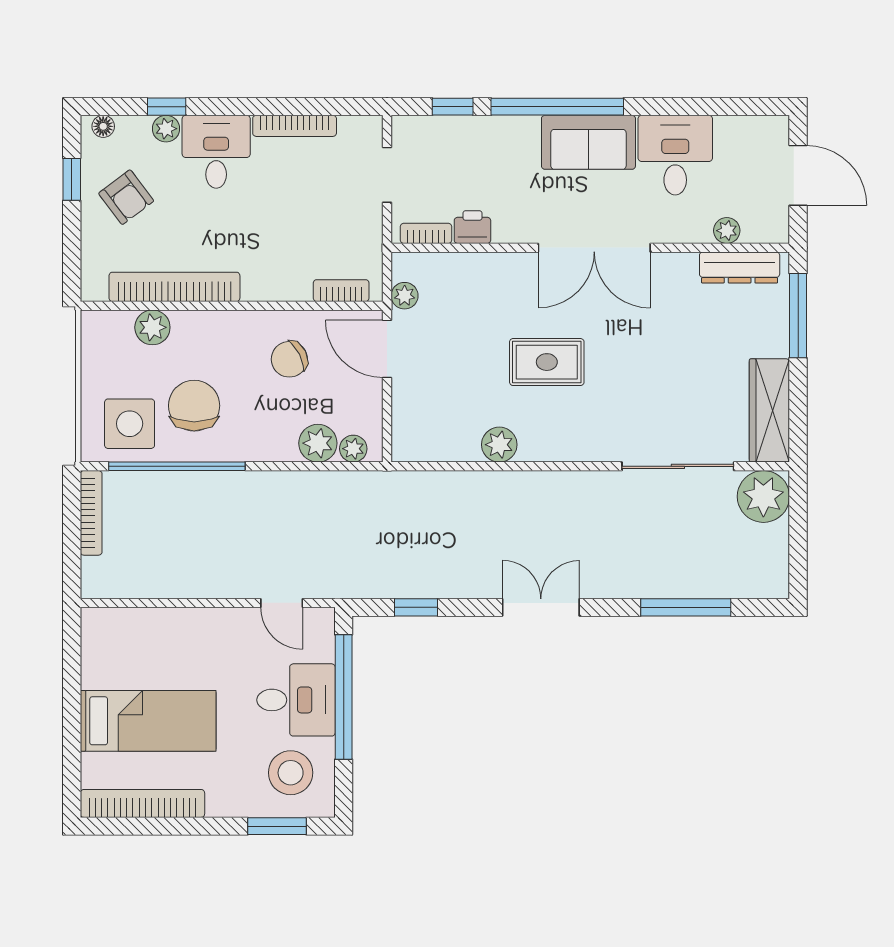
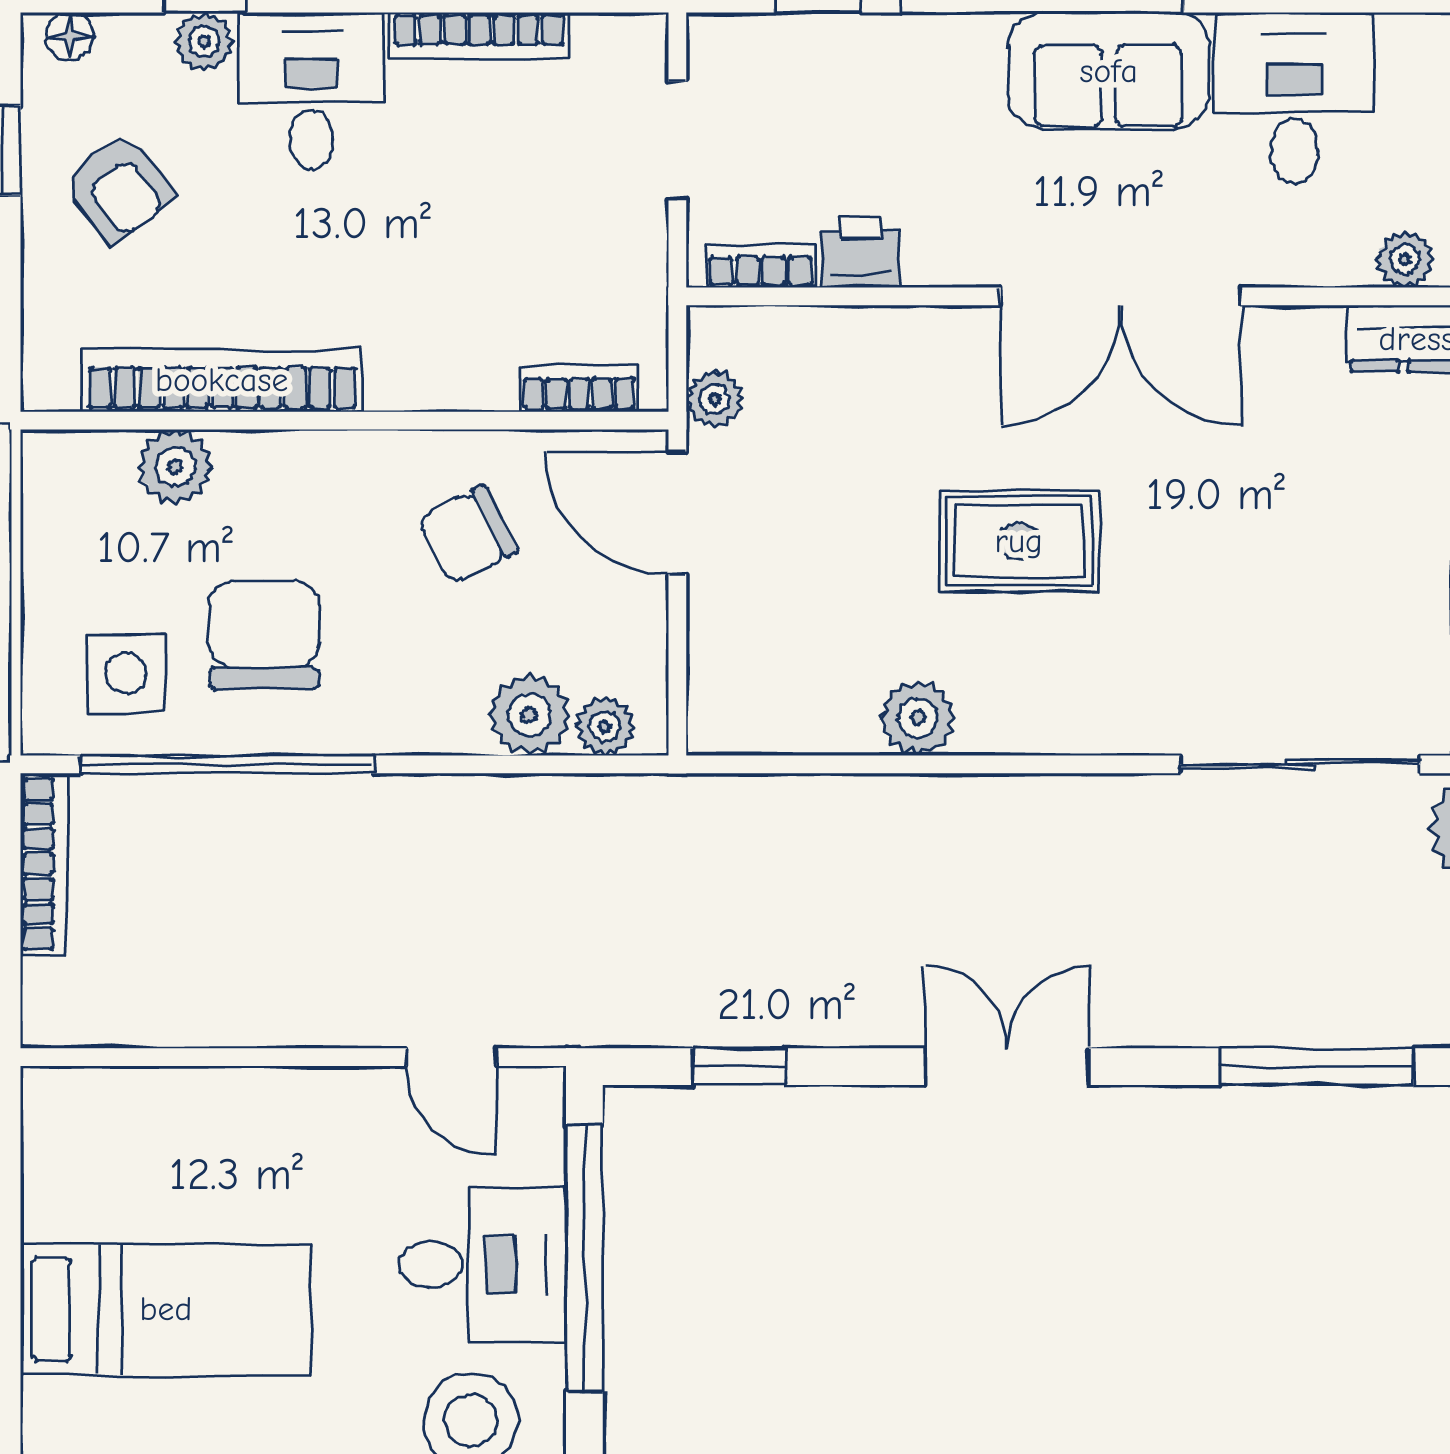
side table: (130, 424) -> (126, 673), width x0.73, depth x0.73

